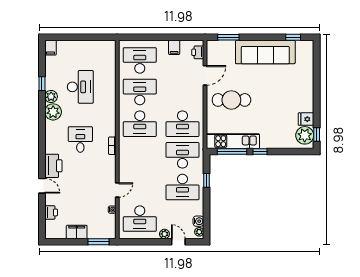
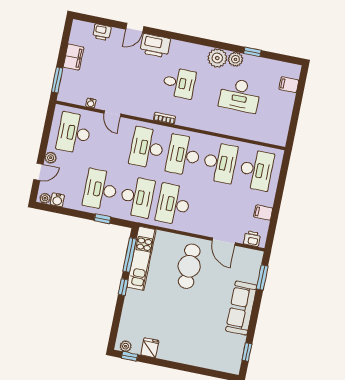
filing cabinet: (50, 48) -> (289, 85), moved
sofa: (265, 52) -> (241, 308), width x0.74, depth x0.79
plant: (305, 135) -> (126, 346), width x0.53, depth x0.53
desk: (140, 155) -> (147, 148), added

